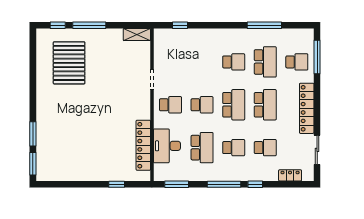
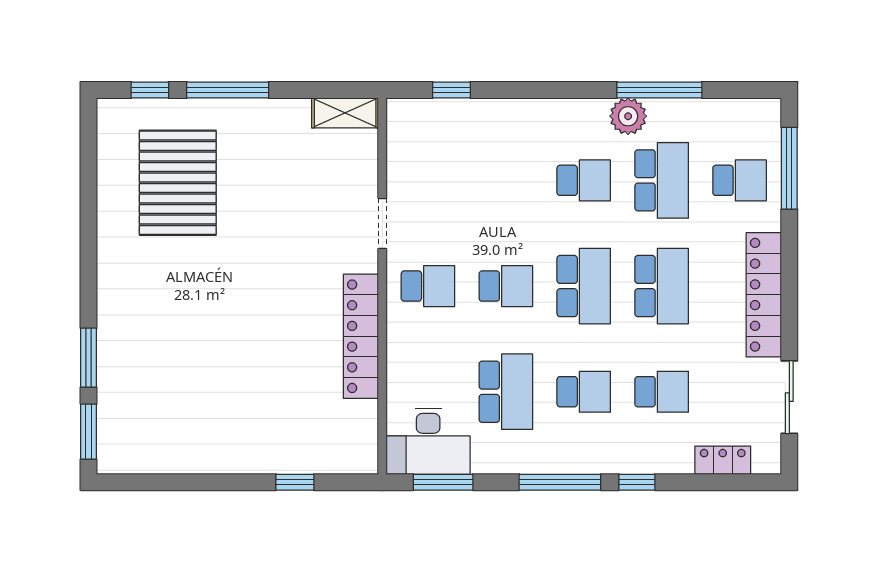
plant: (252, 36) -> (628, 116), added
locker: (143, 145) -> (361, 336), moved
desk: (167, 146) -> (428, 441), moved, turned -90

